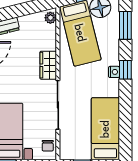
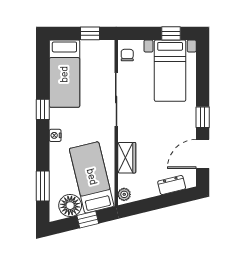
wardrobe: (48, 65) -> (127, 158), moved
window: (125, 70) -> (43, 109), moved

